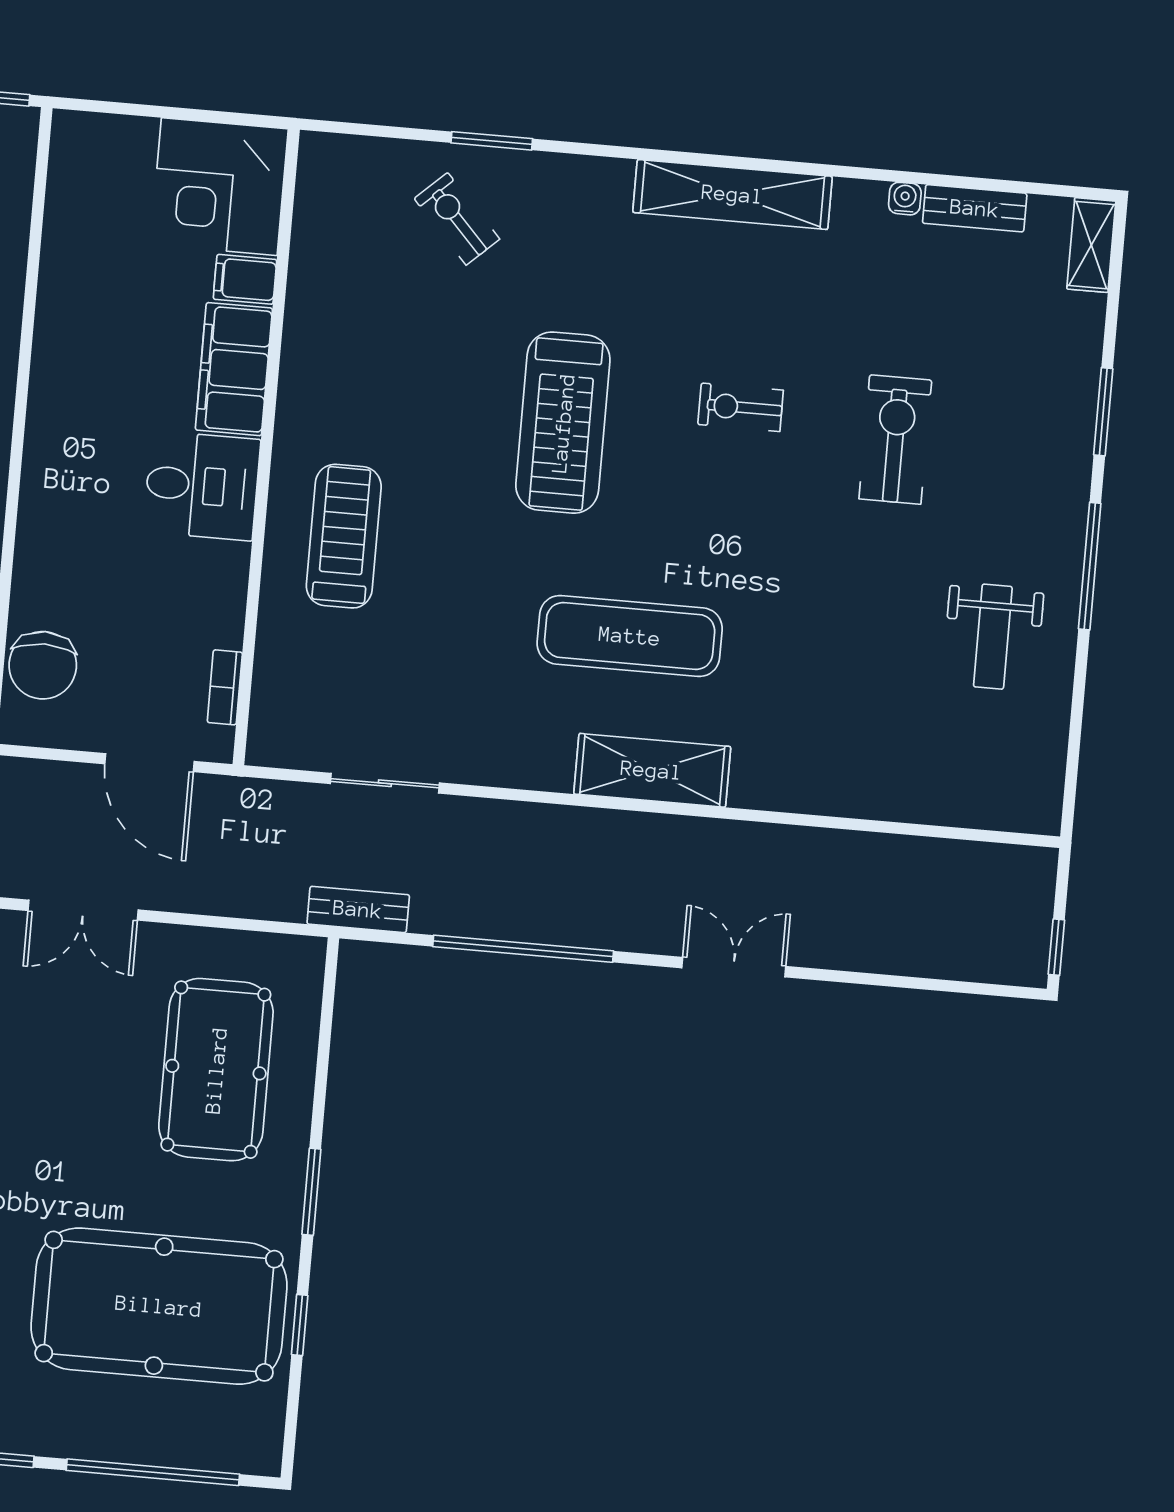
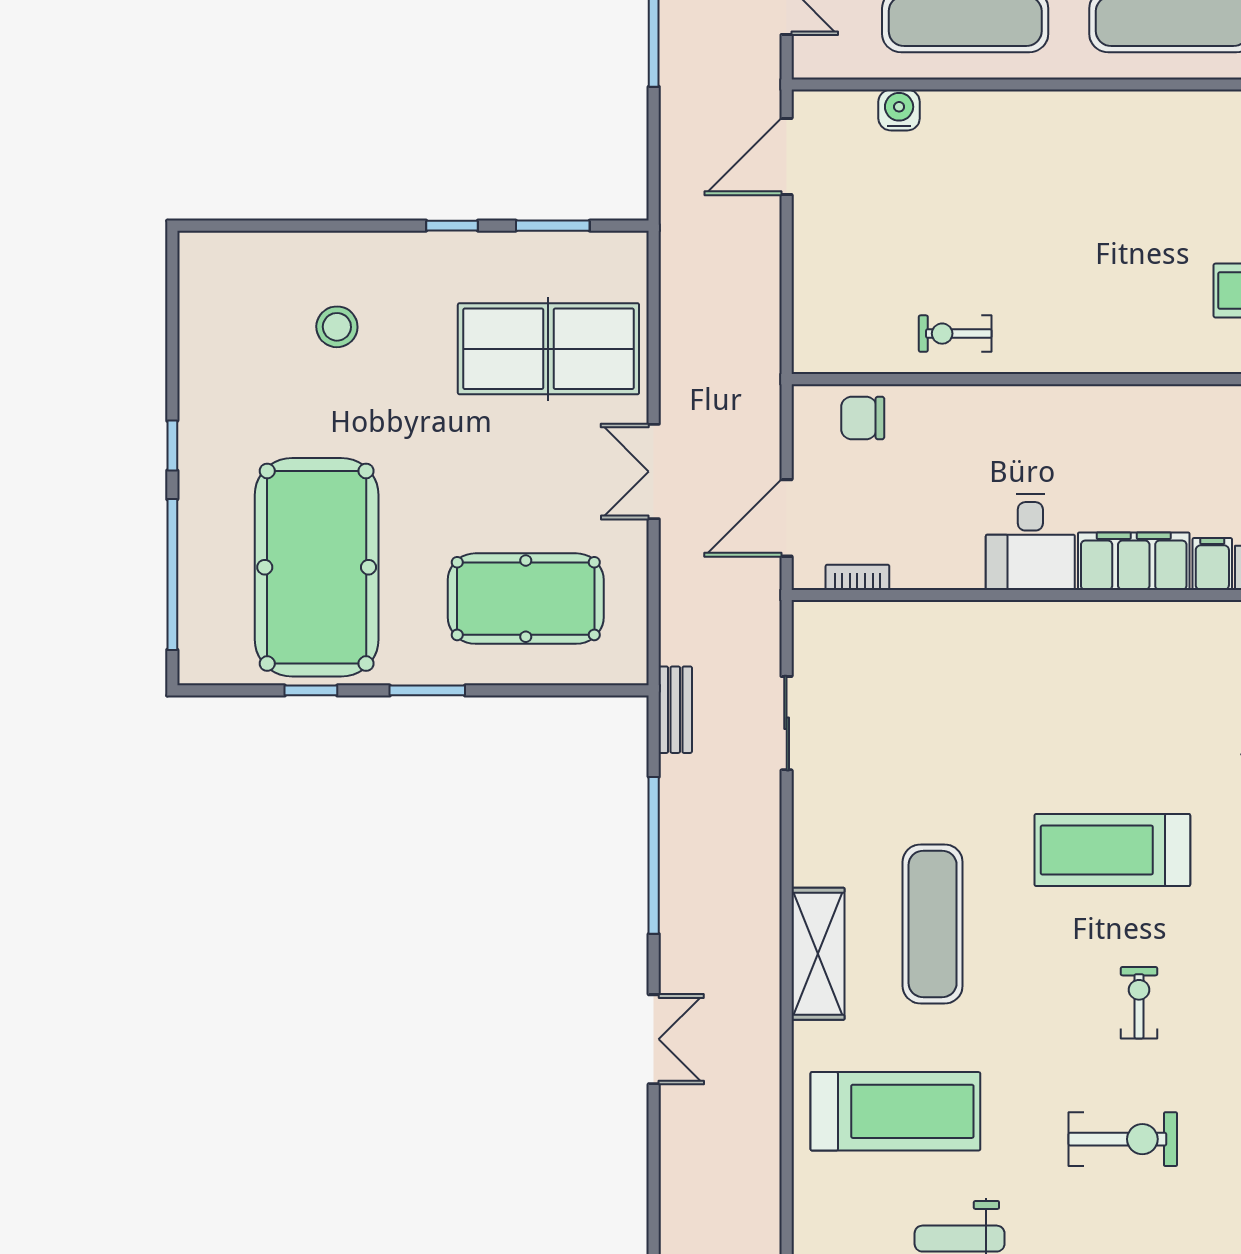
treadmill: (344, 536) -> (895, 1111), moved, width x1.37, depth x1.38
chair: (43, 665) -> (863, 418), width x0.73, depth x0.73

